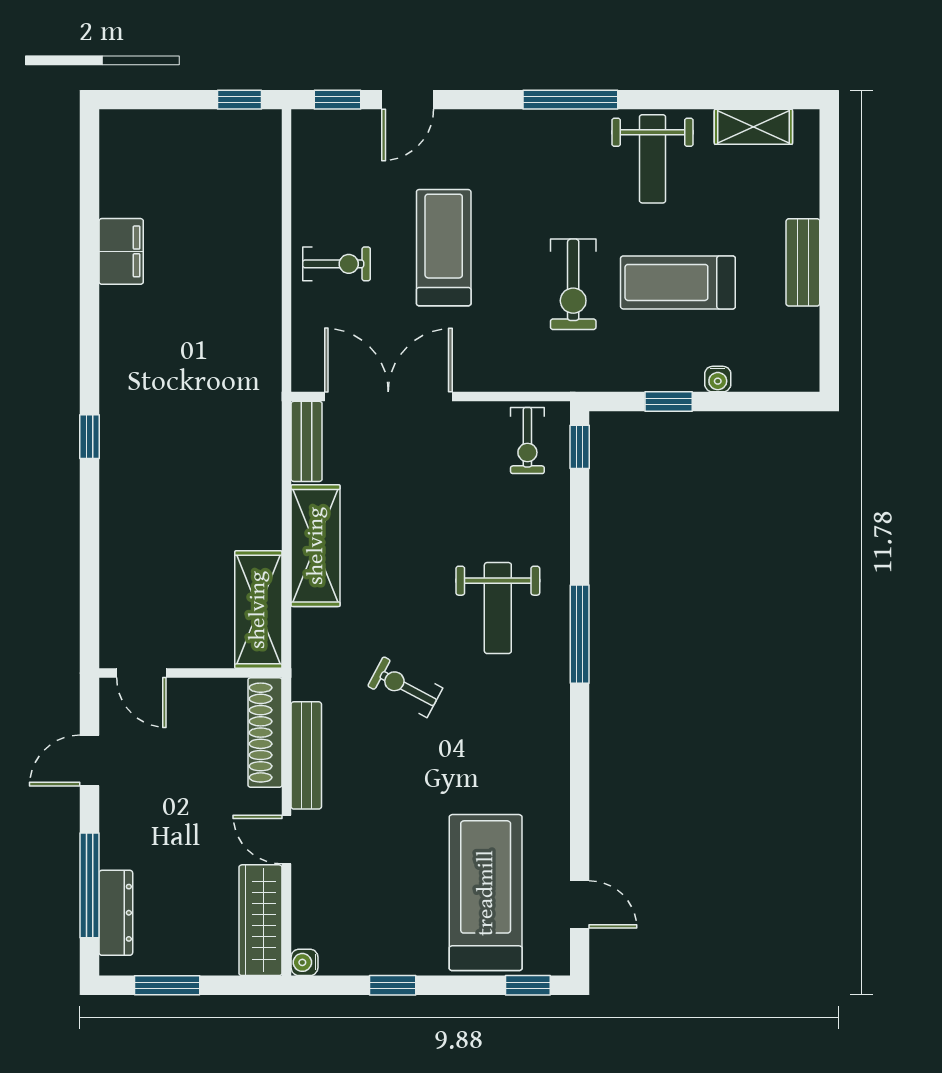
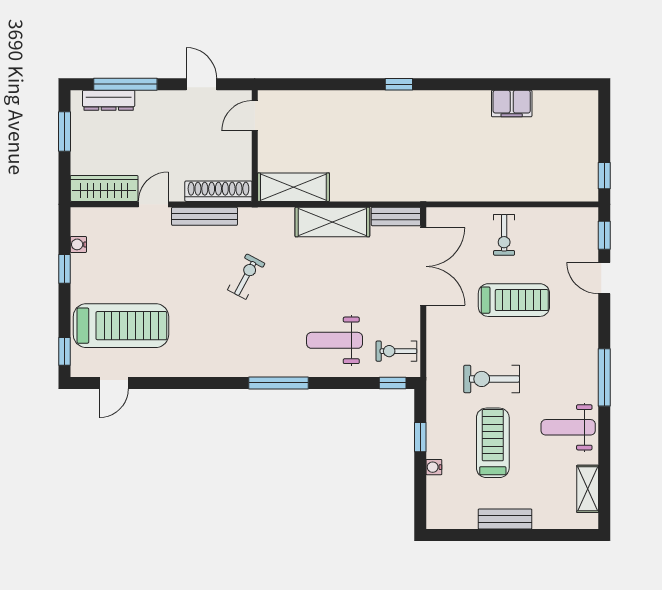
weight bench: (498, 608) -> (335, 340), moved
water cooler: (304, 962) -> (78, 244), moved, turned -90

